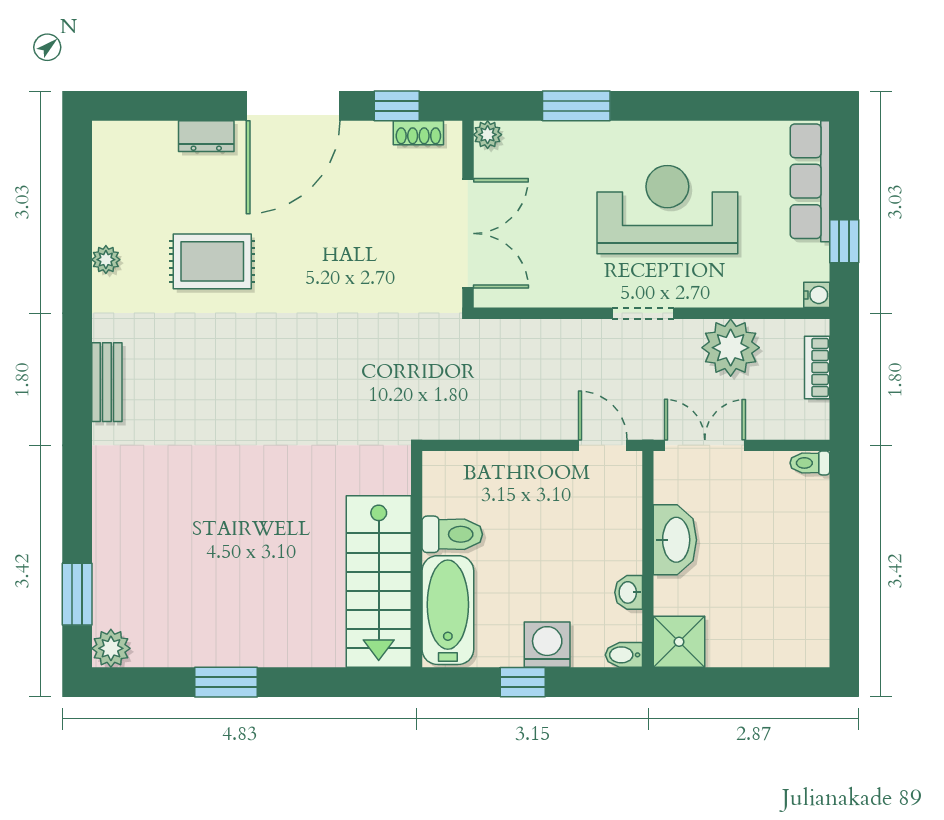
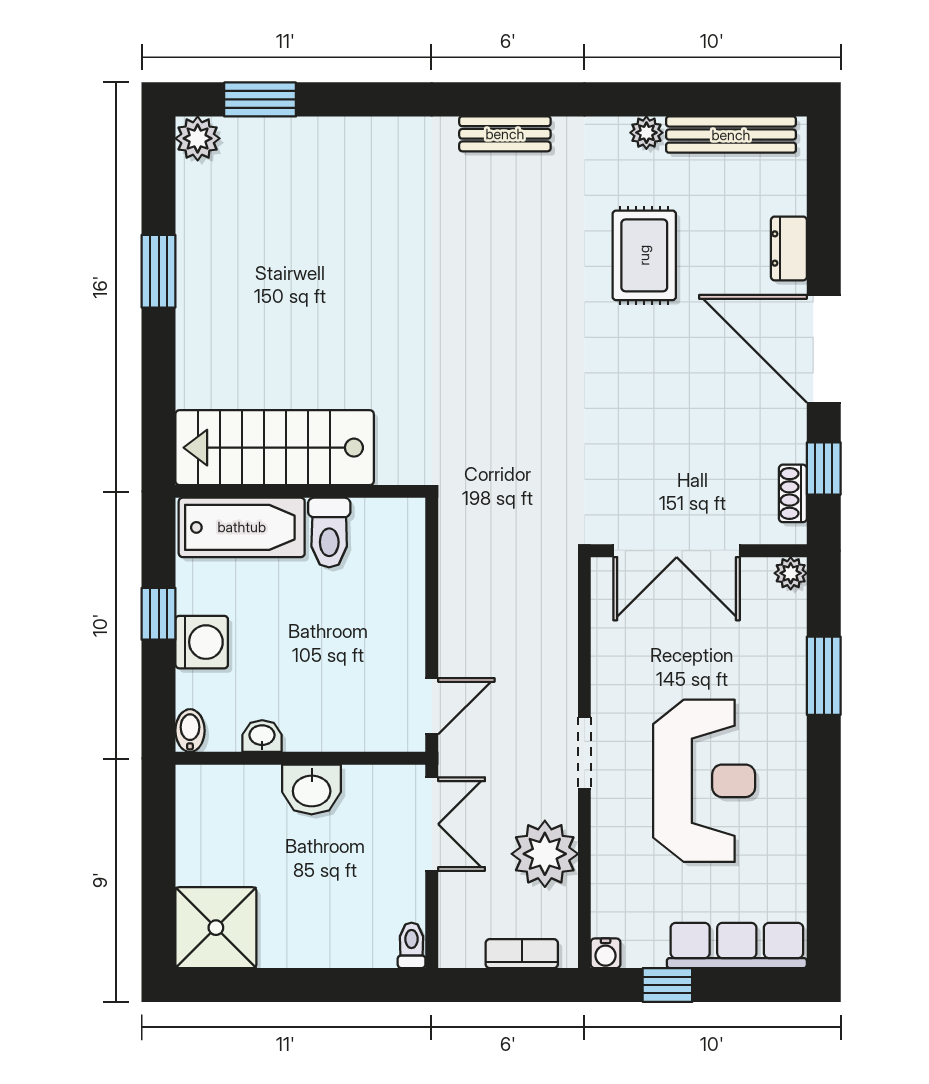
bench: (108, 186) -> (731, 135), added
washbasin: (675, 540) -> (312, 790), width x0.72
shower: (679, 642) -> (216, 928), moved, width x1.36, depth x1.36

